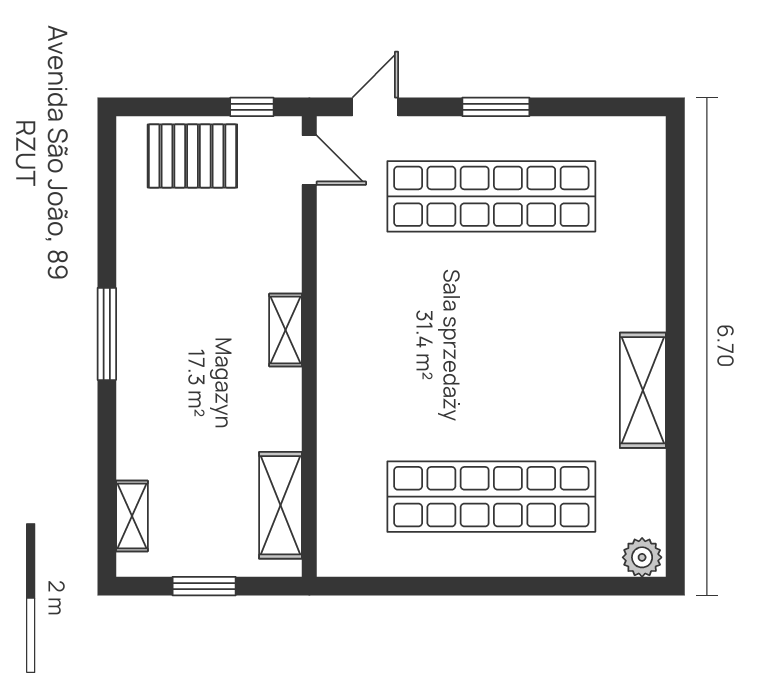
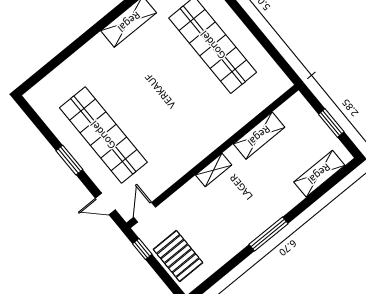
shelving: (280, 505) -> (259, 136), moved
shelving: (132, 516) -> (319, 174), width x1.50, depth x1.33

